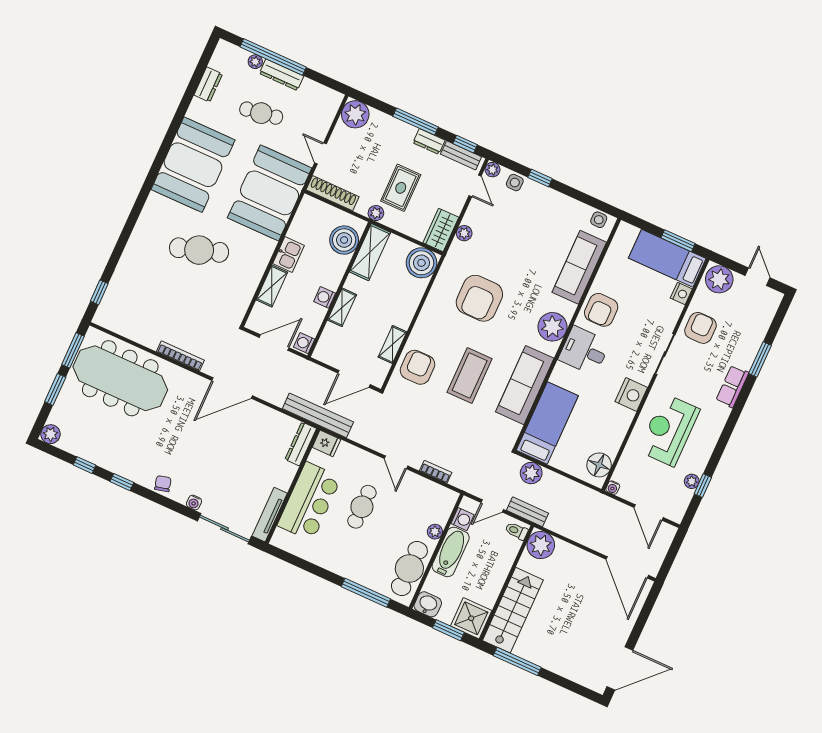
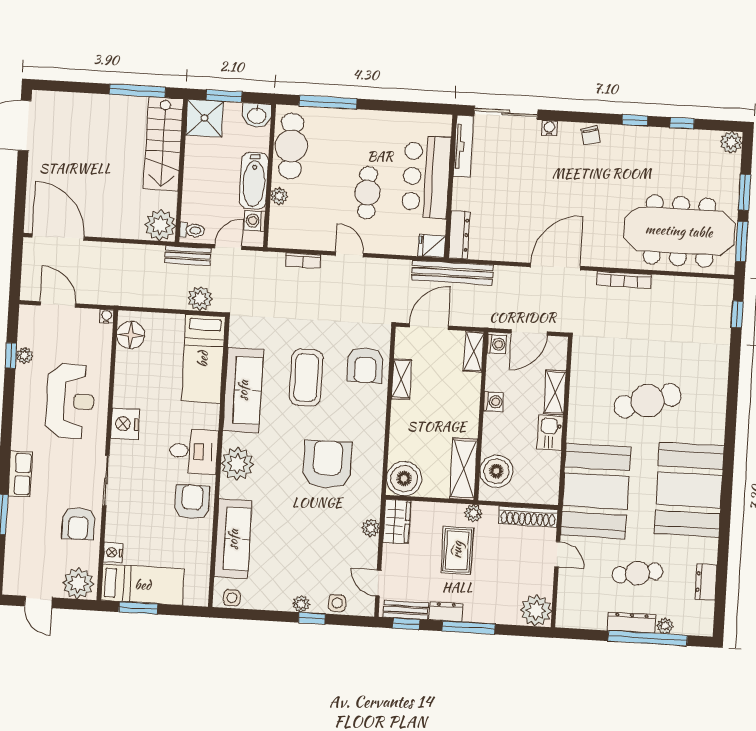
plant: (492, 170) -> (301, 604), moved
shelving: (342, 307) -> (474, 352), moved

